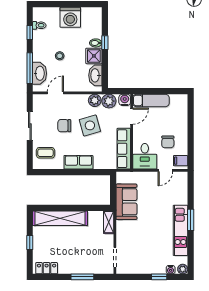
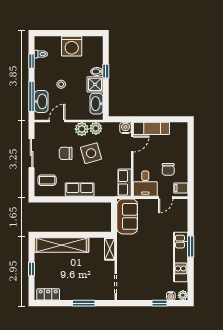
plant: (109, 101) -> (82, 129), moved
row of seats: (124, 149) -> (125, 183), width x0.68
sofa: (126, 202) -> (127, 216), moved

